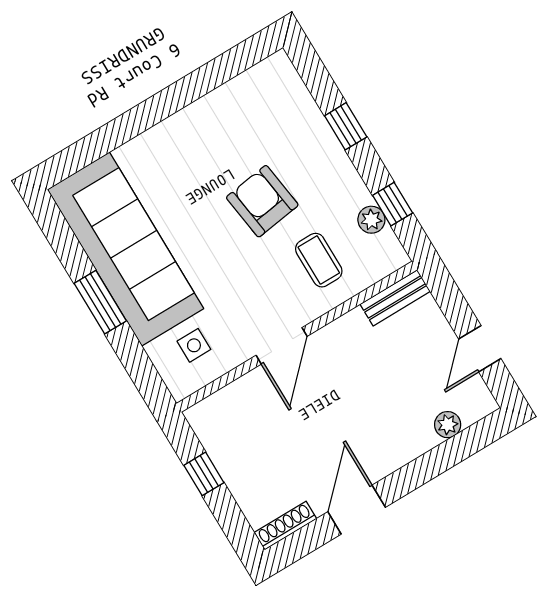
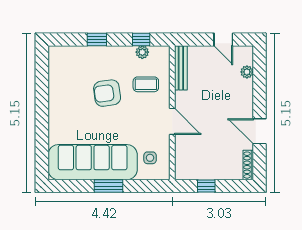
bench: (395, 298) -> (181, 68), width x1.36

